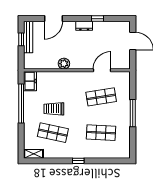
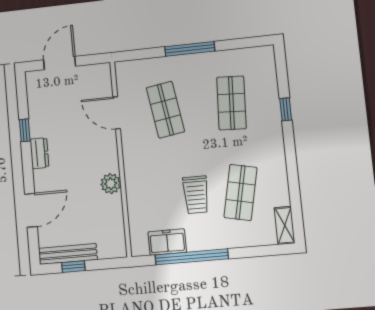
door: (53, 19) -> (31, 210), hinge flipped
freezer: (30, 81) -> (167, 242), moved
window: (78, 161) -> (286, 109), moved

